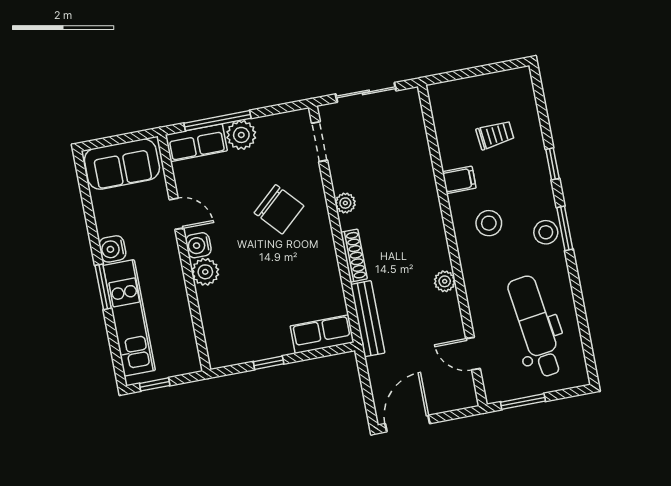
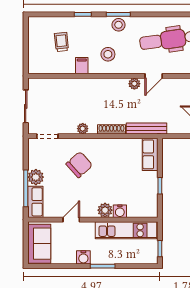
water cooler: (198, 245) -> (120, 211), moved
kitchen unit: (129, 318) -> (126, 230), moved, turned 180
door: (473, 354) -> (154, 76), moved

